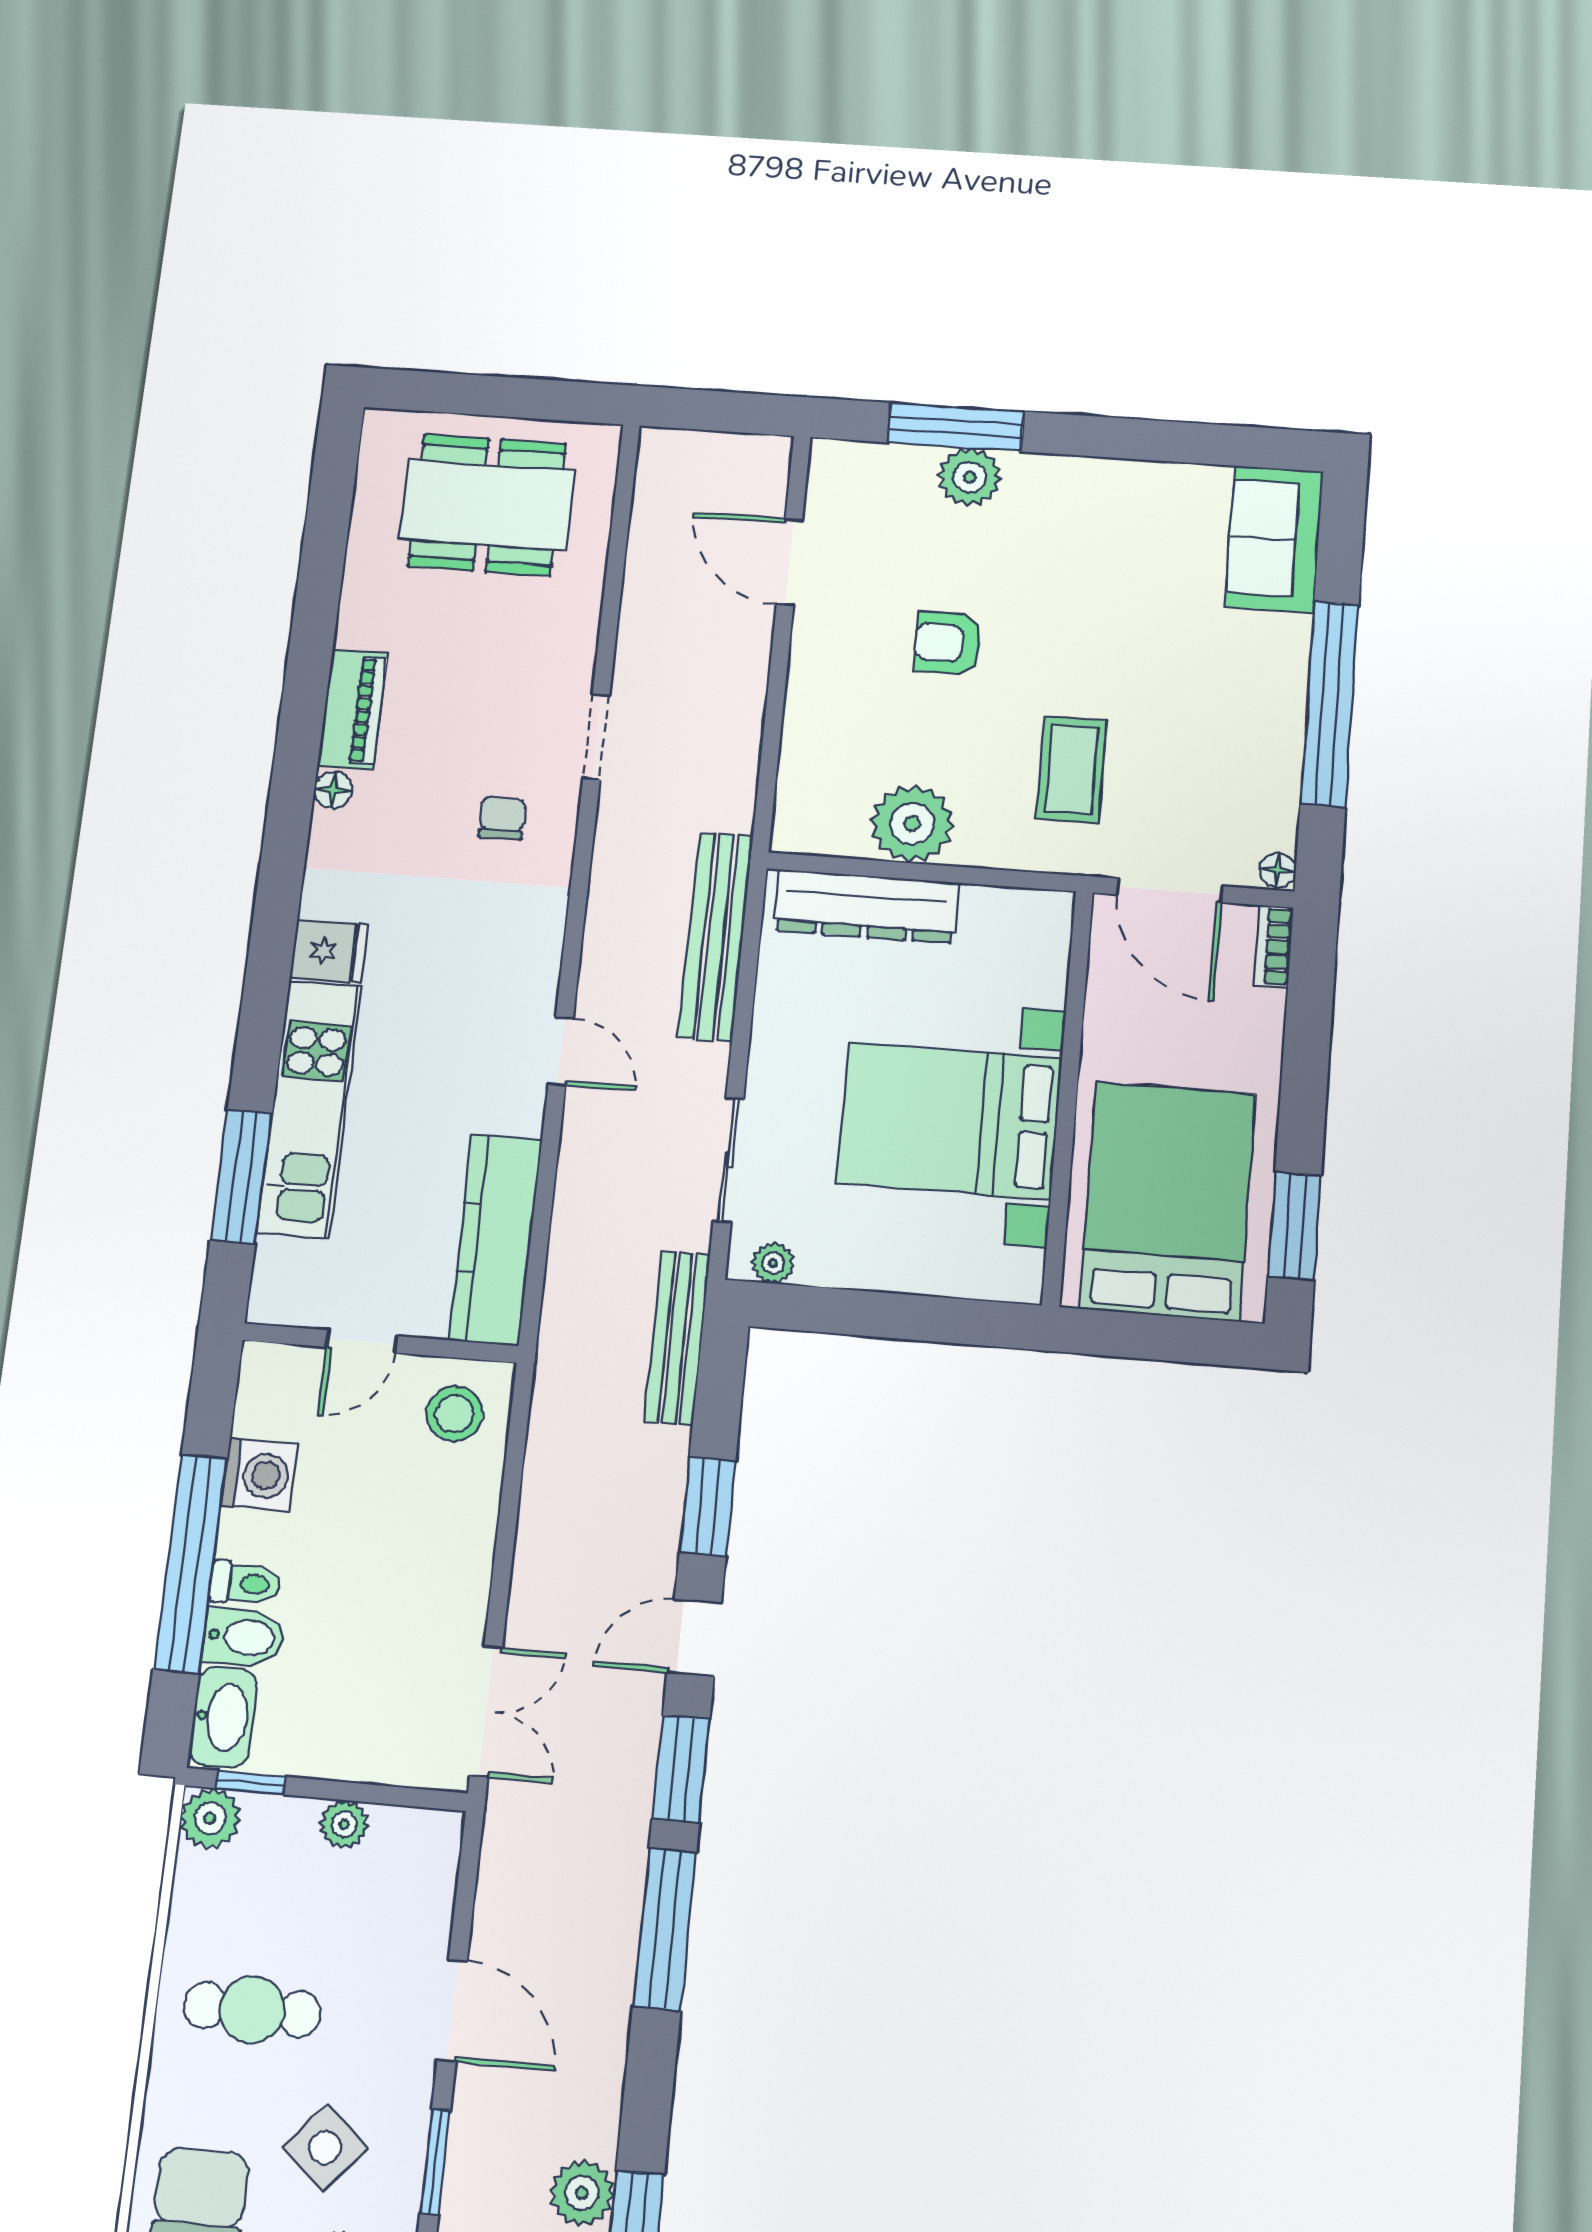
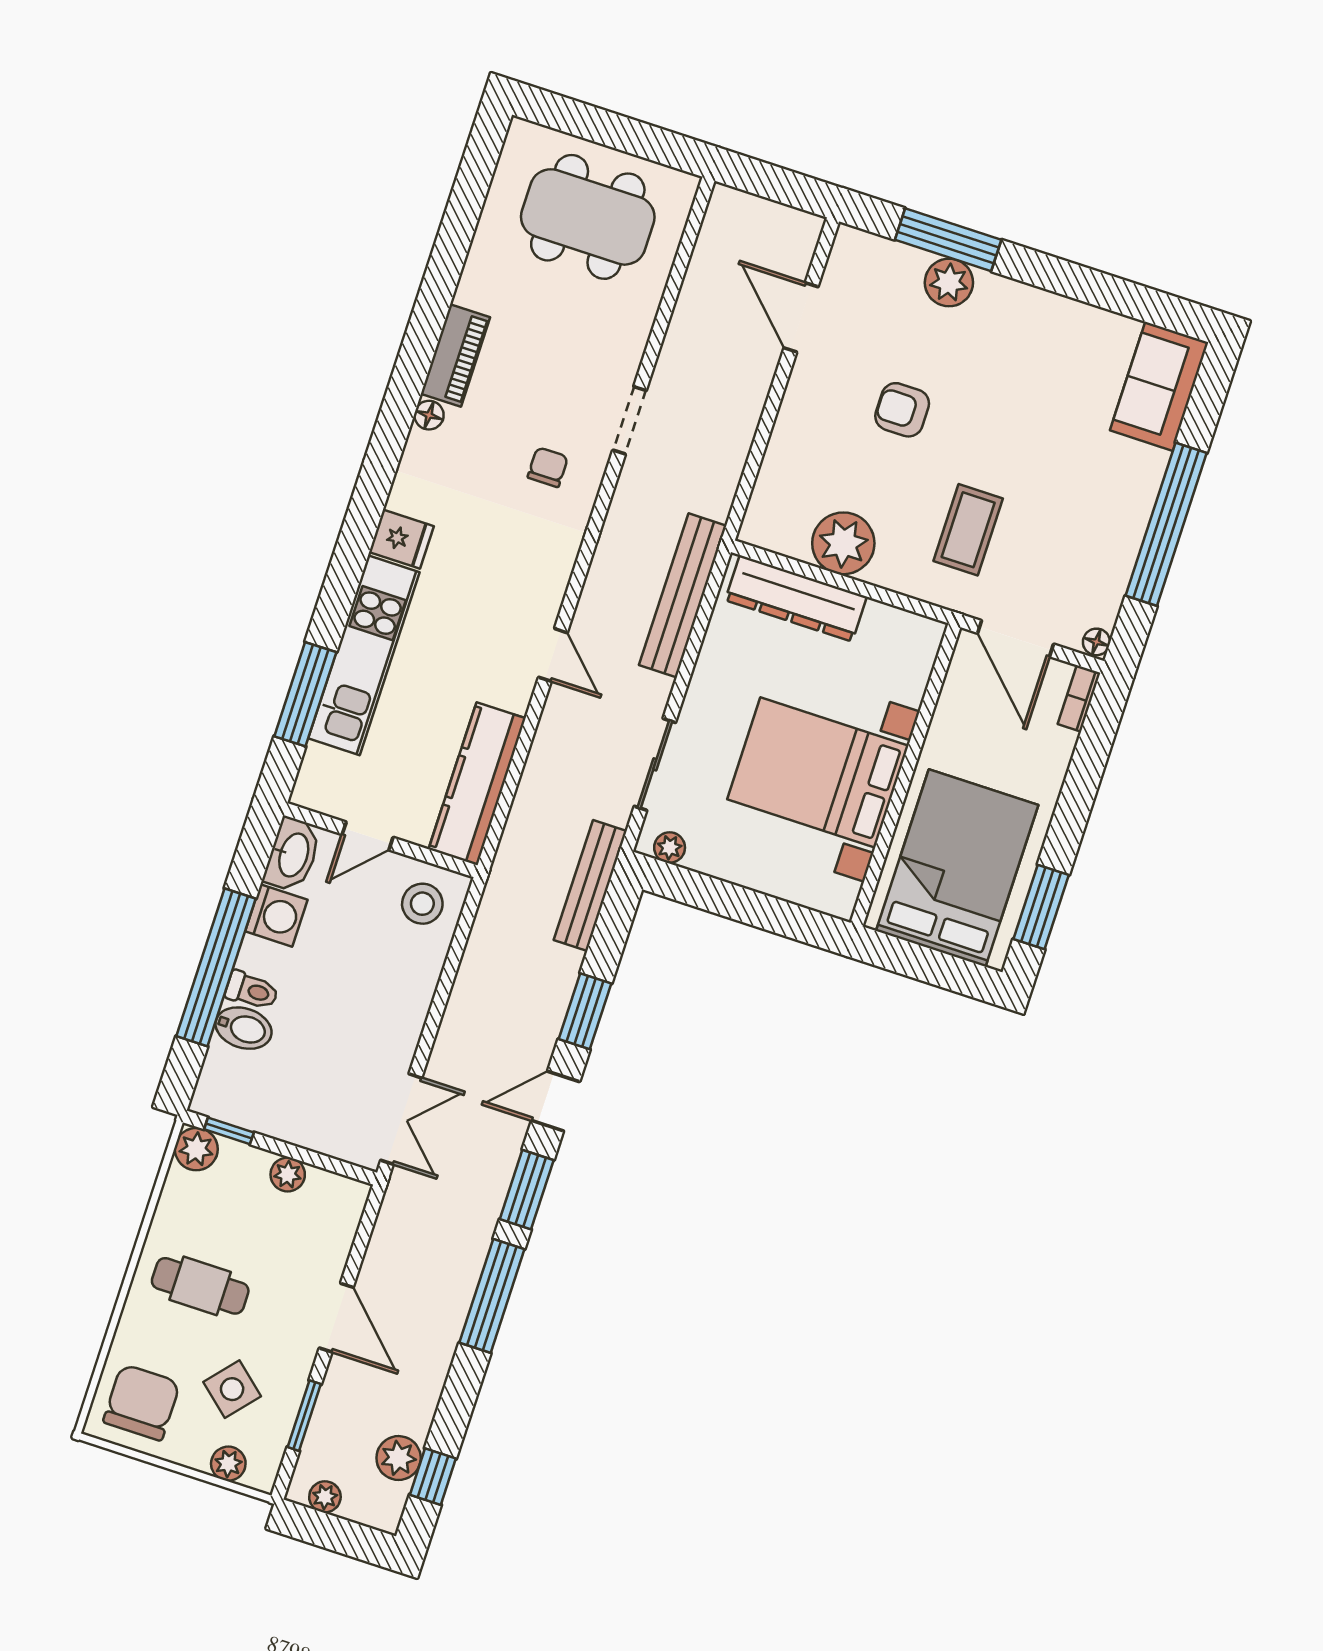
washbasin: (223, 1717) -> (293, 855), moved

